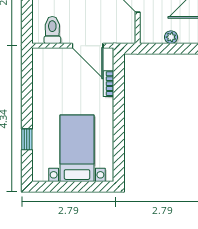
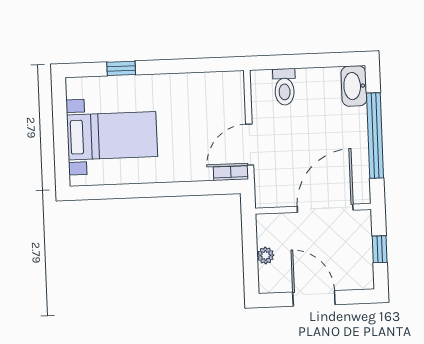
toilet: (52, 30) -> (284, 87), moved, turned 90
bookcase: (109, 84) -> (231, 173), moved

